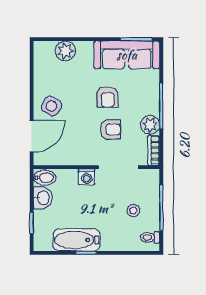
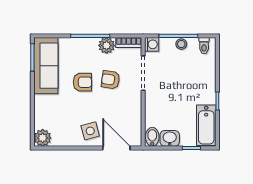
plant: (65, 51) -> (43, 138), moved
side table: (51, 106) -> (90, 131), turned 45
armchair: (111, 129) -> (111, 80), turned -82
washing machine: (87, 177) -> (152, 44), moved
stool: (133, 210) -> (181, 44), moved
bathtub: (77, 240) -> (206, 125), moved

